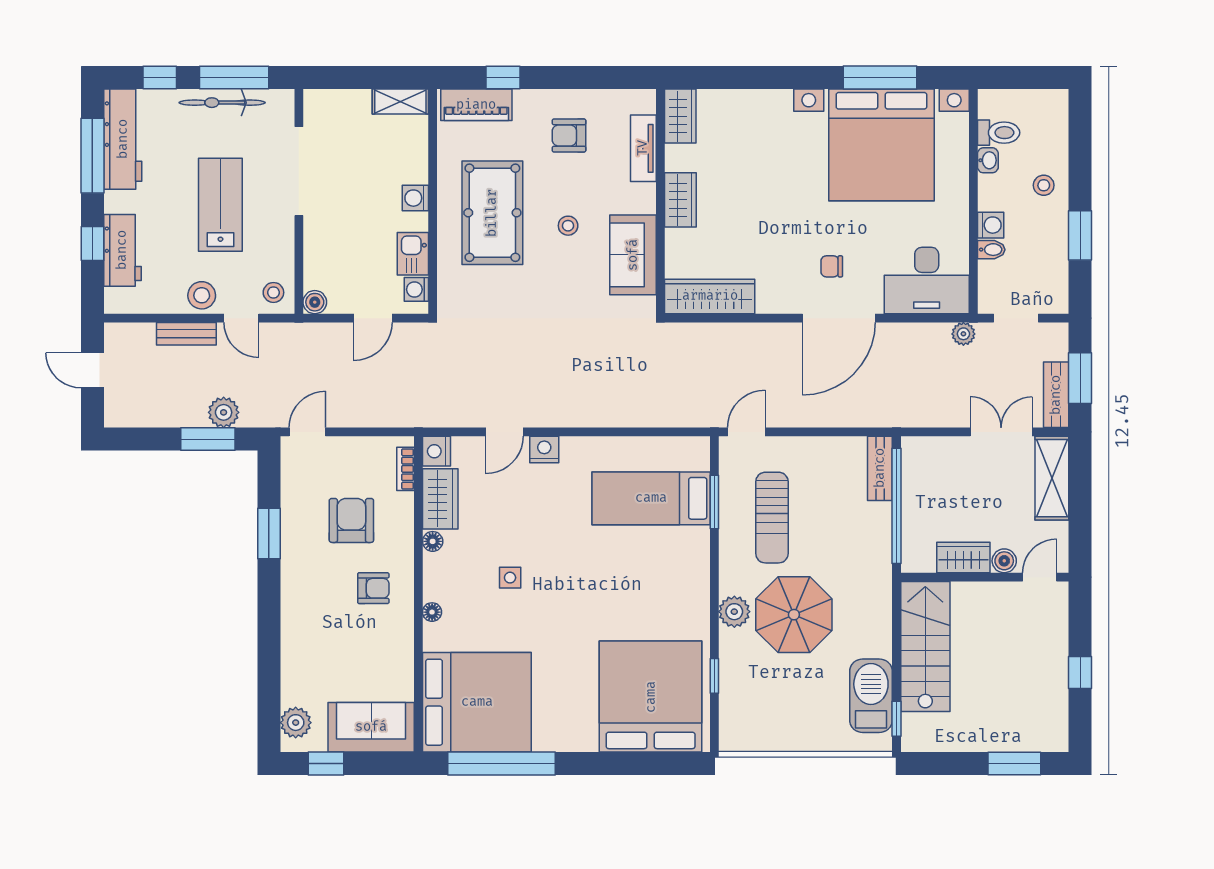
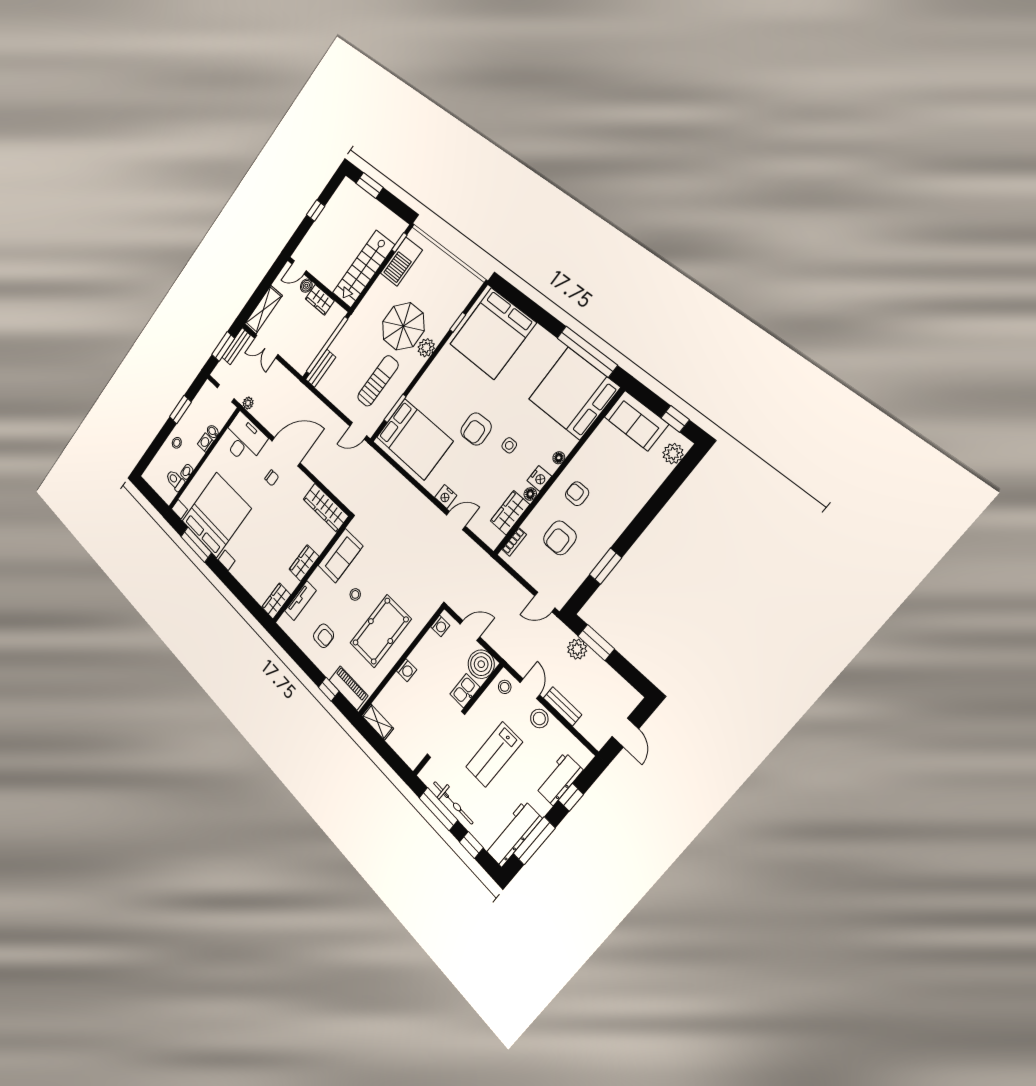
kitchen sink: (413, 254) -> (465, 691), moved, turned 180
boiler: (315, 302) -> (481, 664), width x1.86, depth x1.86
nightstand: (436, 451) -> (539, 478), moved
bed: (651, 498) -> (414, 439), width x1.50
armchair: (573, 563) -> (476, 429), added

